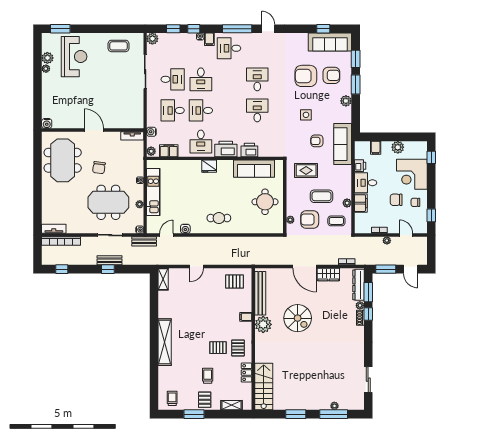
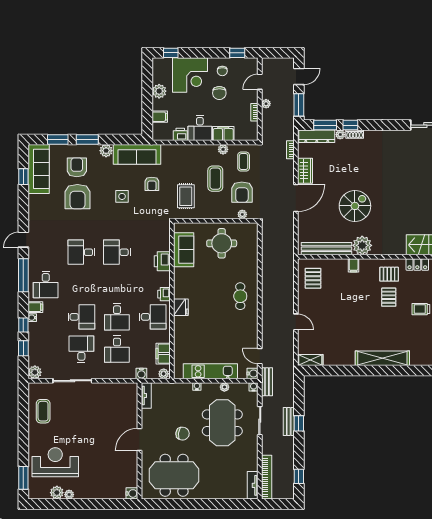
sofa: (343, 144) -> (137, 154), moved
printer: (226, 149) -> (164, 294), width x0.53, depth x0.68
sofa: (254, 169) -> (184, 250), width x0.73
water cooler: (185, 229) -> (253, 373), moved

